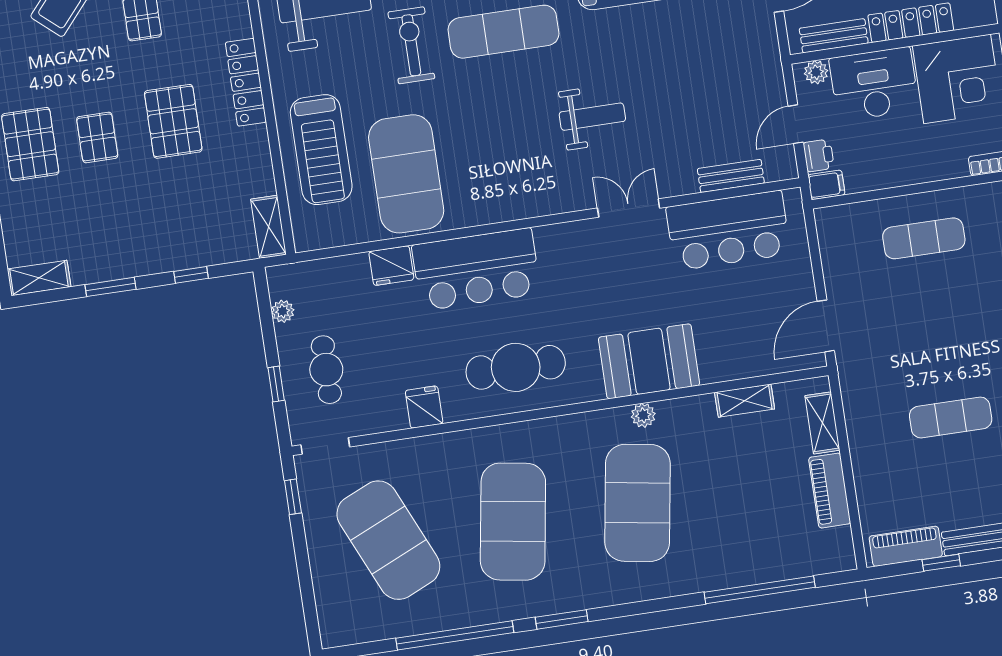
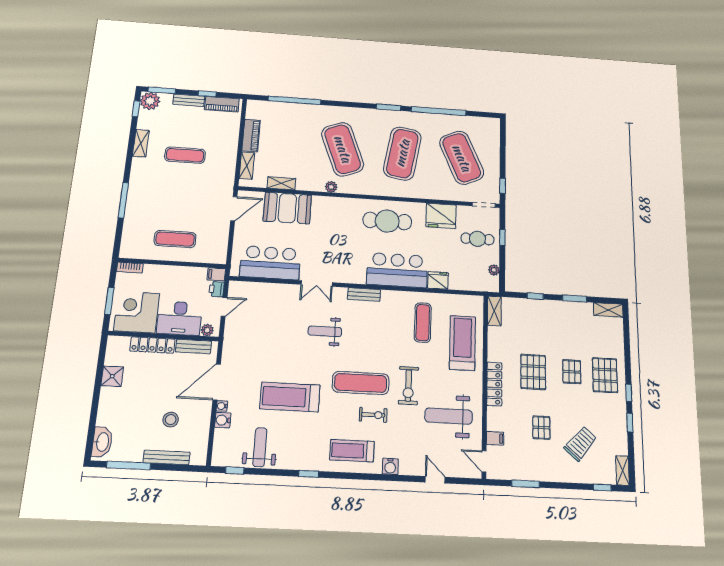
exercise mat: (406, 174) -> (423, 323), width x0.50, depth x0.69
bench: (731, 176) -> (364, 294), moved
booth: (649, 361) -> (287, 208), moved
cafe table: (326, 370) -> (477, 239), turned 90
fridge: (424, 407) -> (441, 216), width x1.88, depth x1.34
exercise mat: (637, 503) -> (343, 149), turned -30

